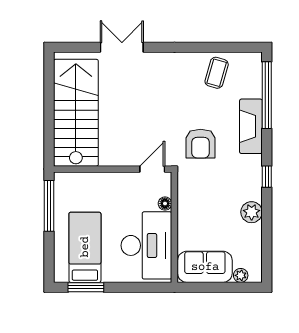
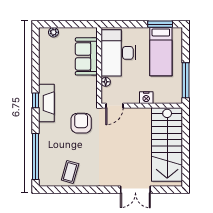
fireplace: (251, 126) -> (46, 103), moved
nightstand: (106, 181) -> (146, 98), added
plant: (252, 212) -> (46, 76), removed
sofa: (205, 267) -> (86, 56), moved, turned 90

